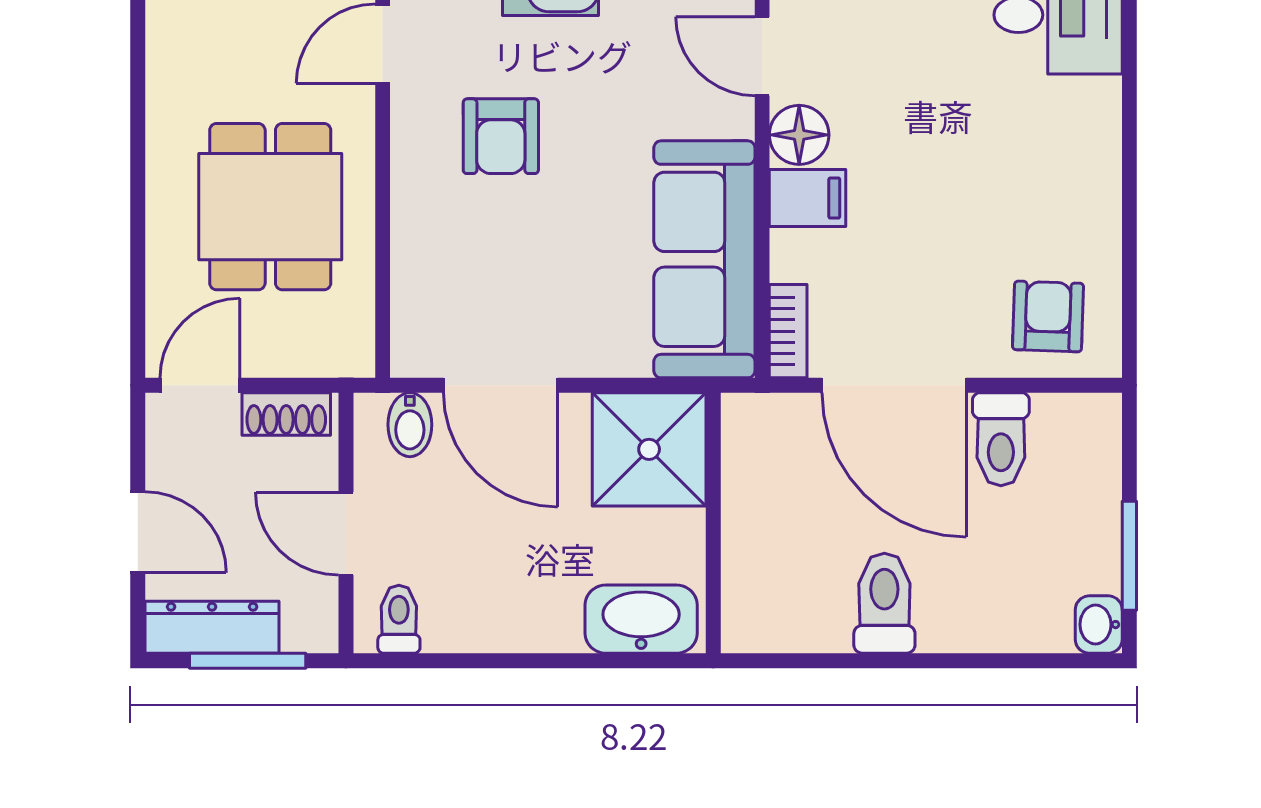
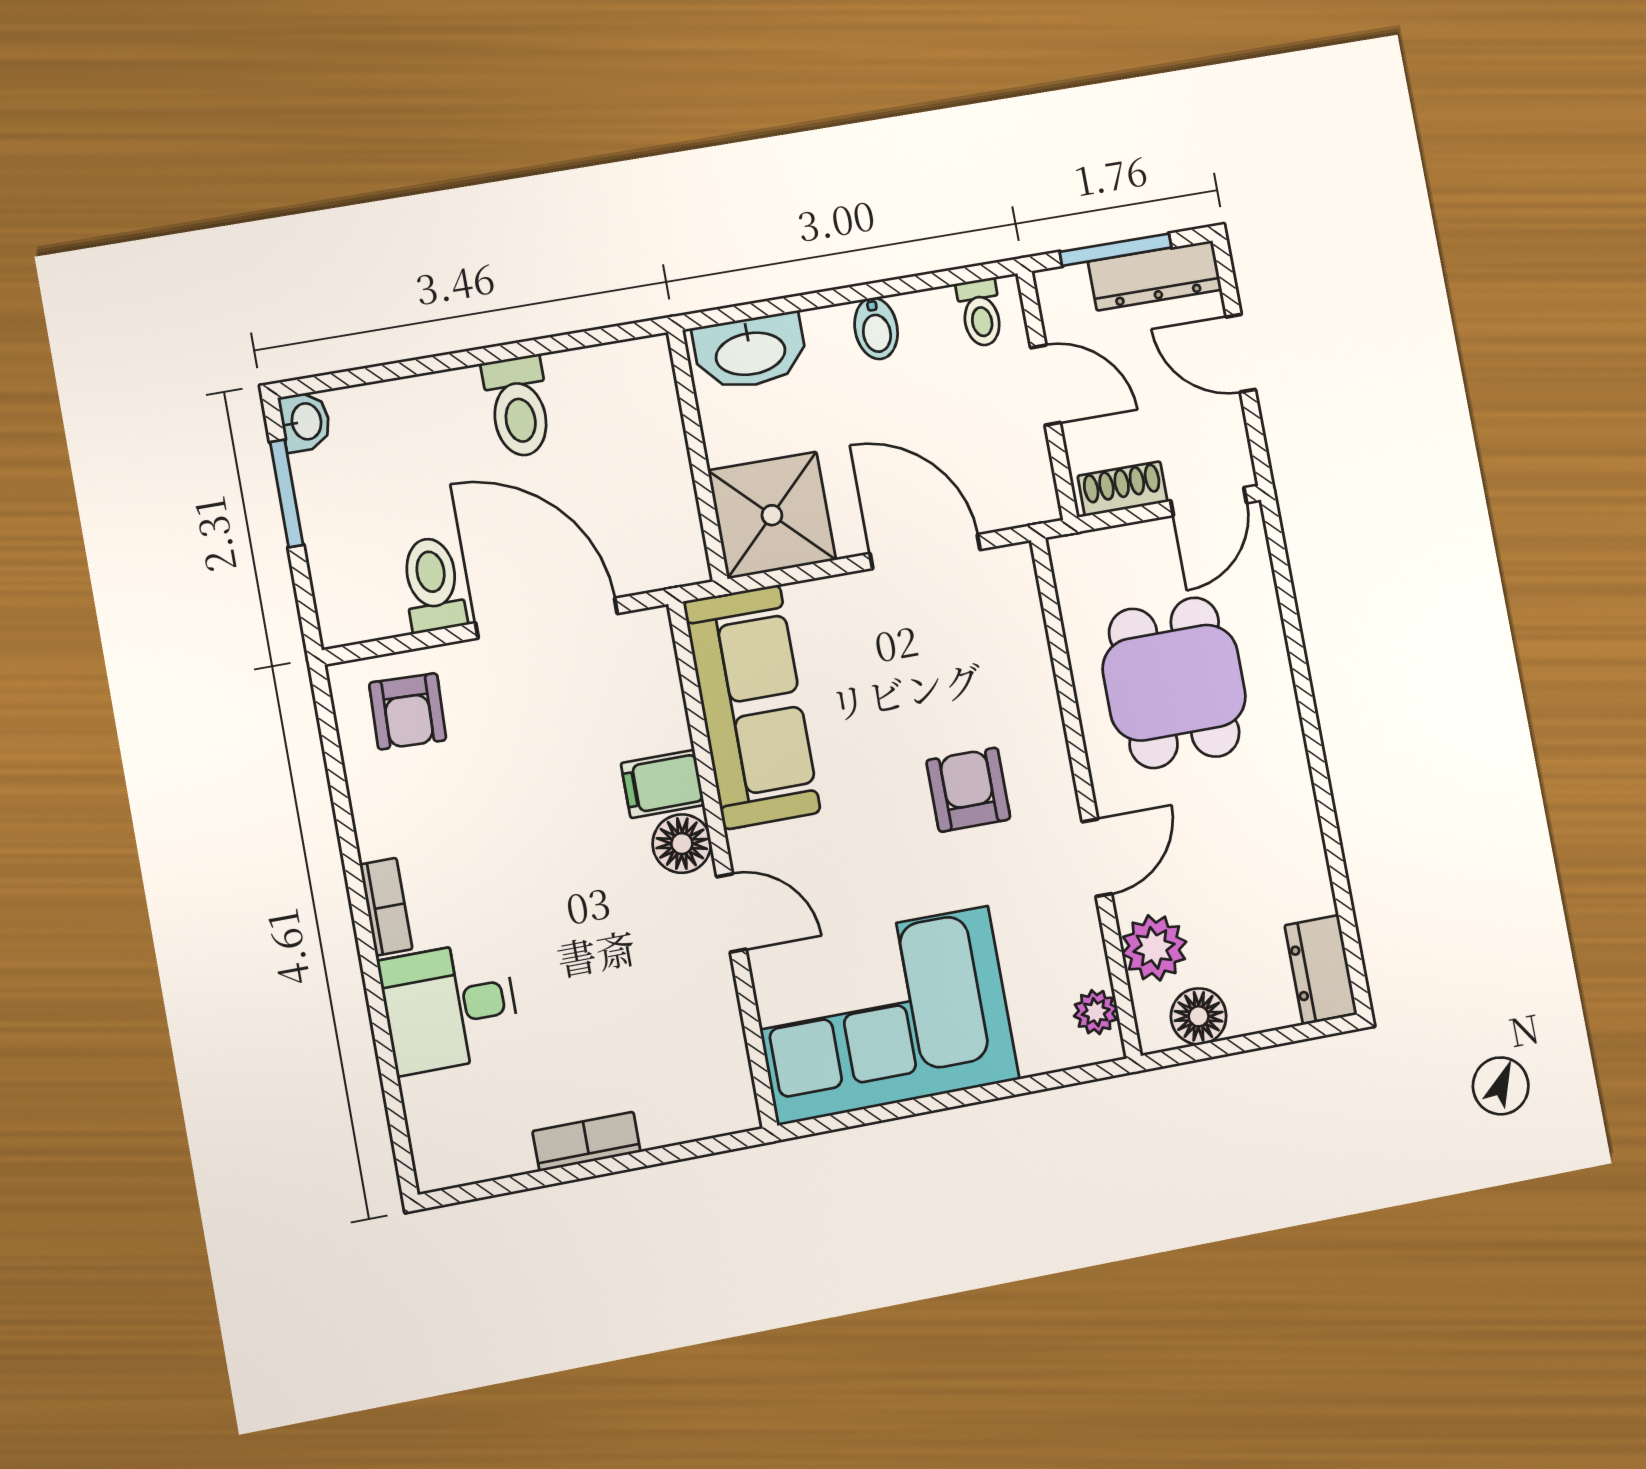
bookcase: (788, 331) -> (386, 907), moved, turned 180
bidet: (410, 425) -> (876, 328), moved, turned 180

